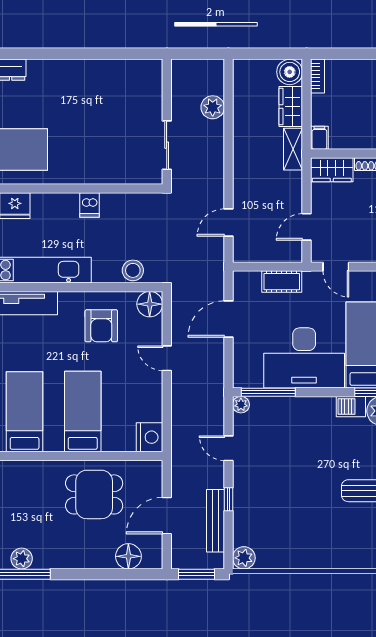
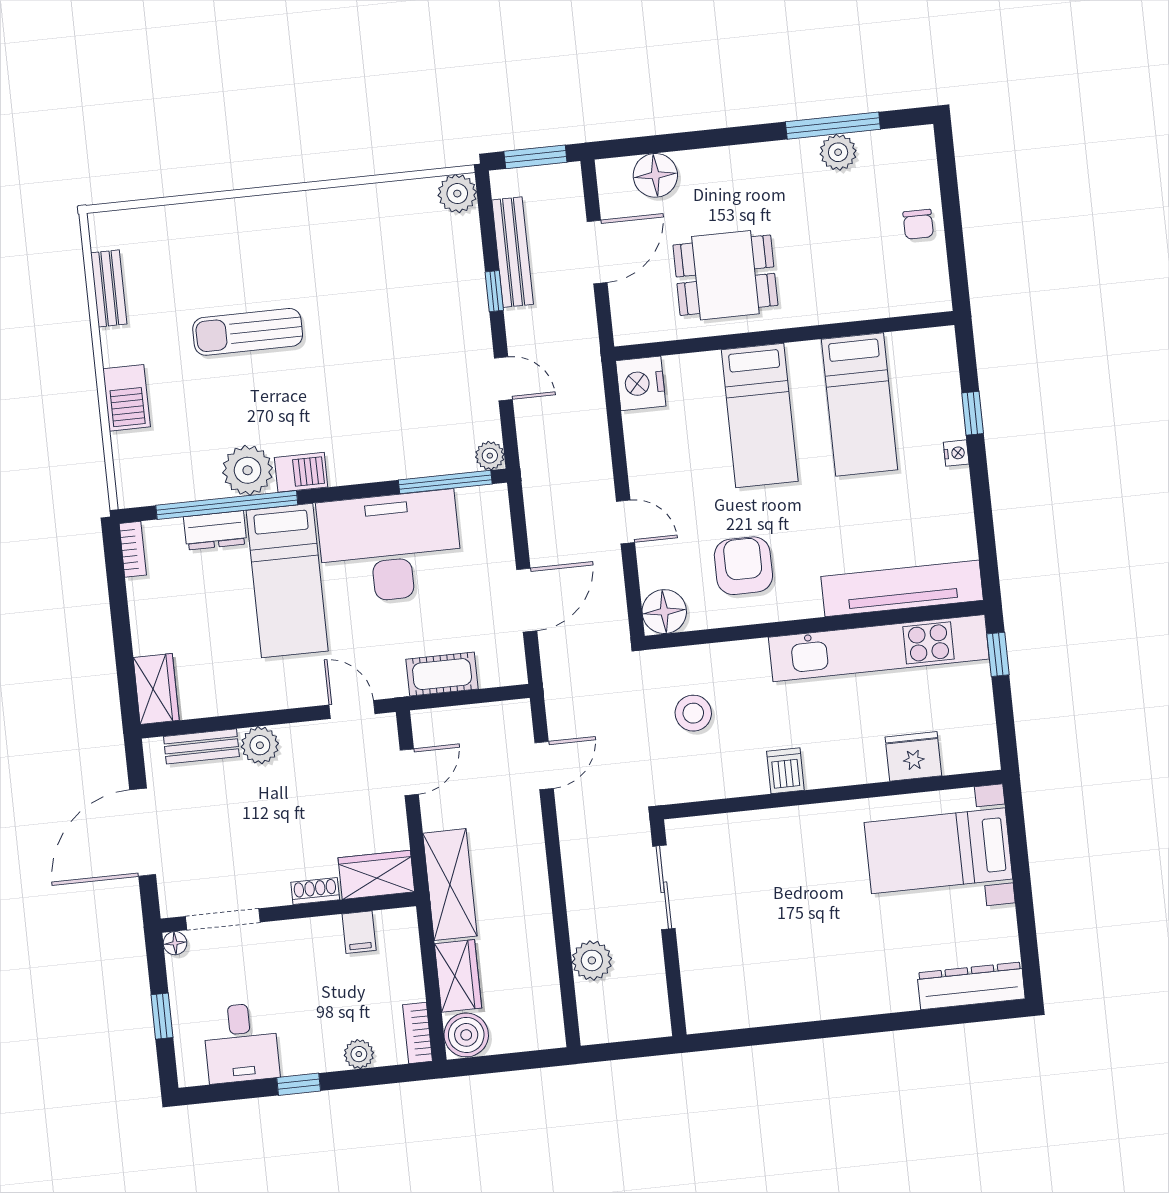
plant: (353, 67) -> (359, 1054), added
filing cabinet: (319, 138) -> (359, 932), moved
shelving: (293, 149) -> (450, 885), width x1.50, depth x1.33
stool: (133, 270) -> (693, 713), moved

